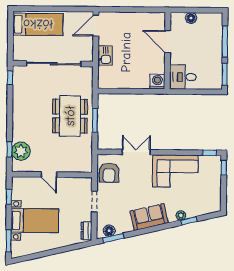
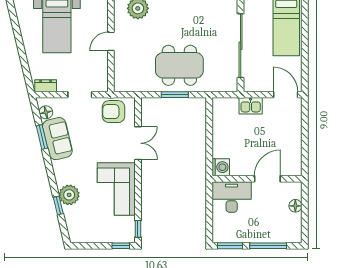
desk: (183, 77) -> (232, 197), width x1.37
plant: (181, 215) -> (69, 195), width x1.88, depth x1.88
sofa: (149, 217) -> (57, 139), moved
window: (113, 238) -> (42, 137), moved

